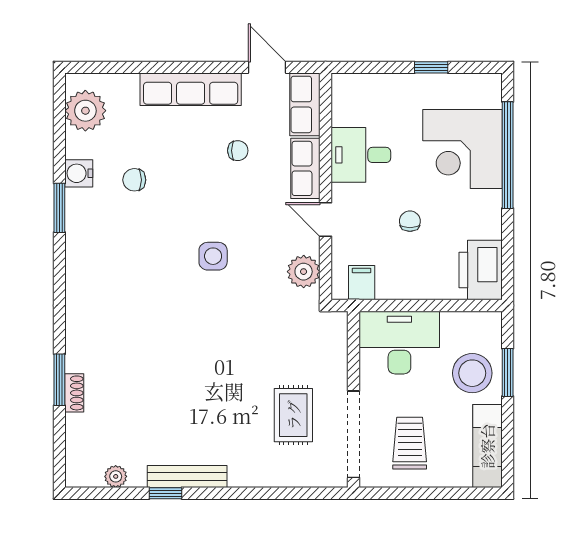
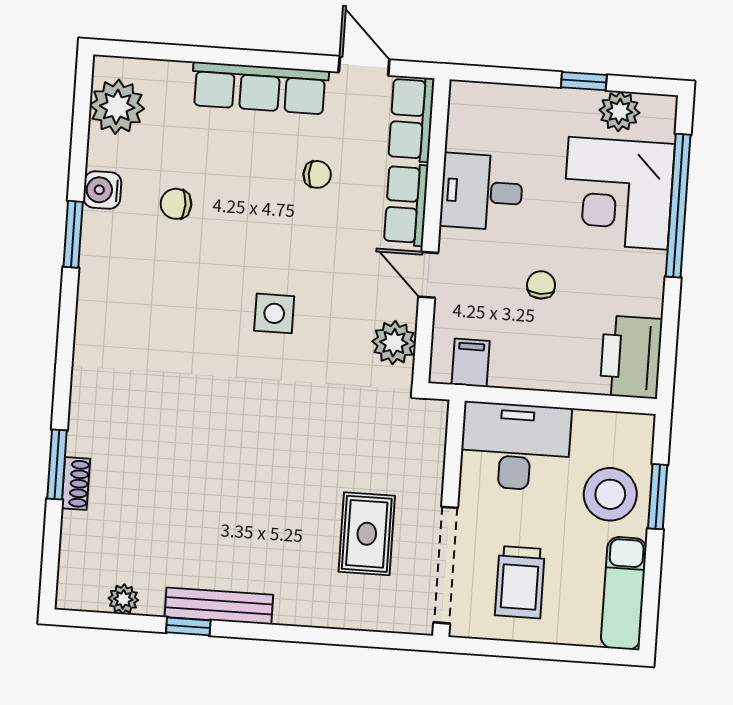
plant: (459, 88) -> (619, 111), added
trolley: (410, 443) -> (520, 582), turned 180

